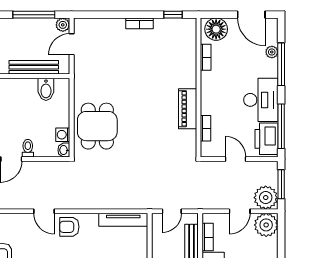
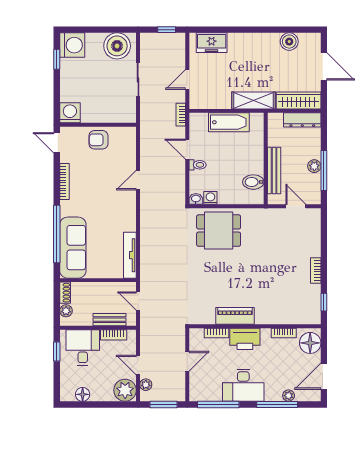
plant: (63, 25) -> (314, 166), moved
printer: (266, 139) -> (245, 339), moved, turned 180
plant: (266, 198) -> (146, 385), width x0.53, depth x0.53
armchair: (69, 227) -> (123, 204), removed

